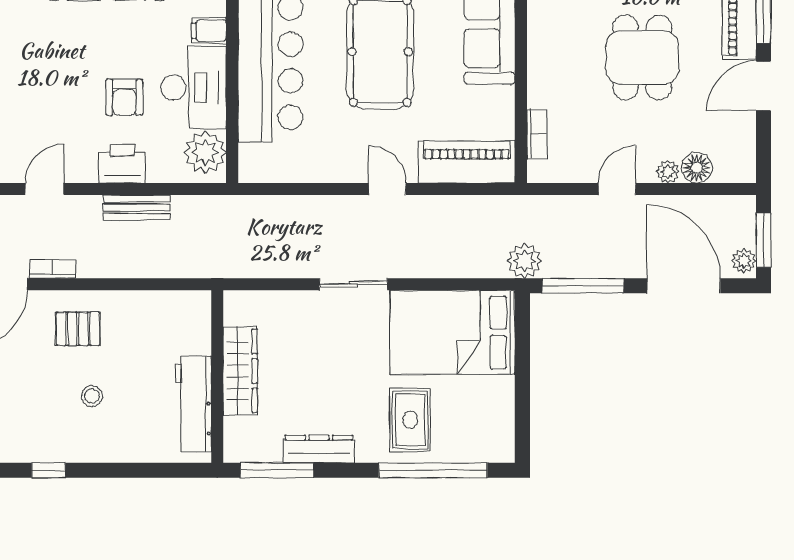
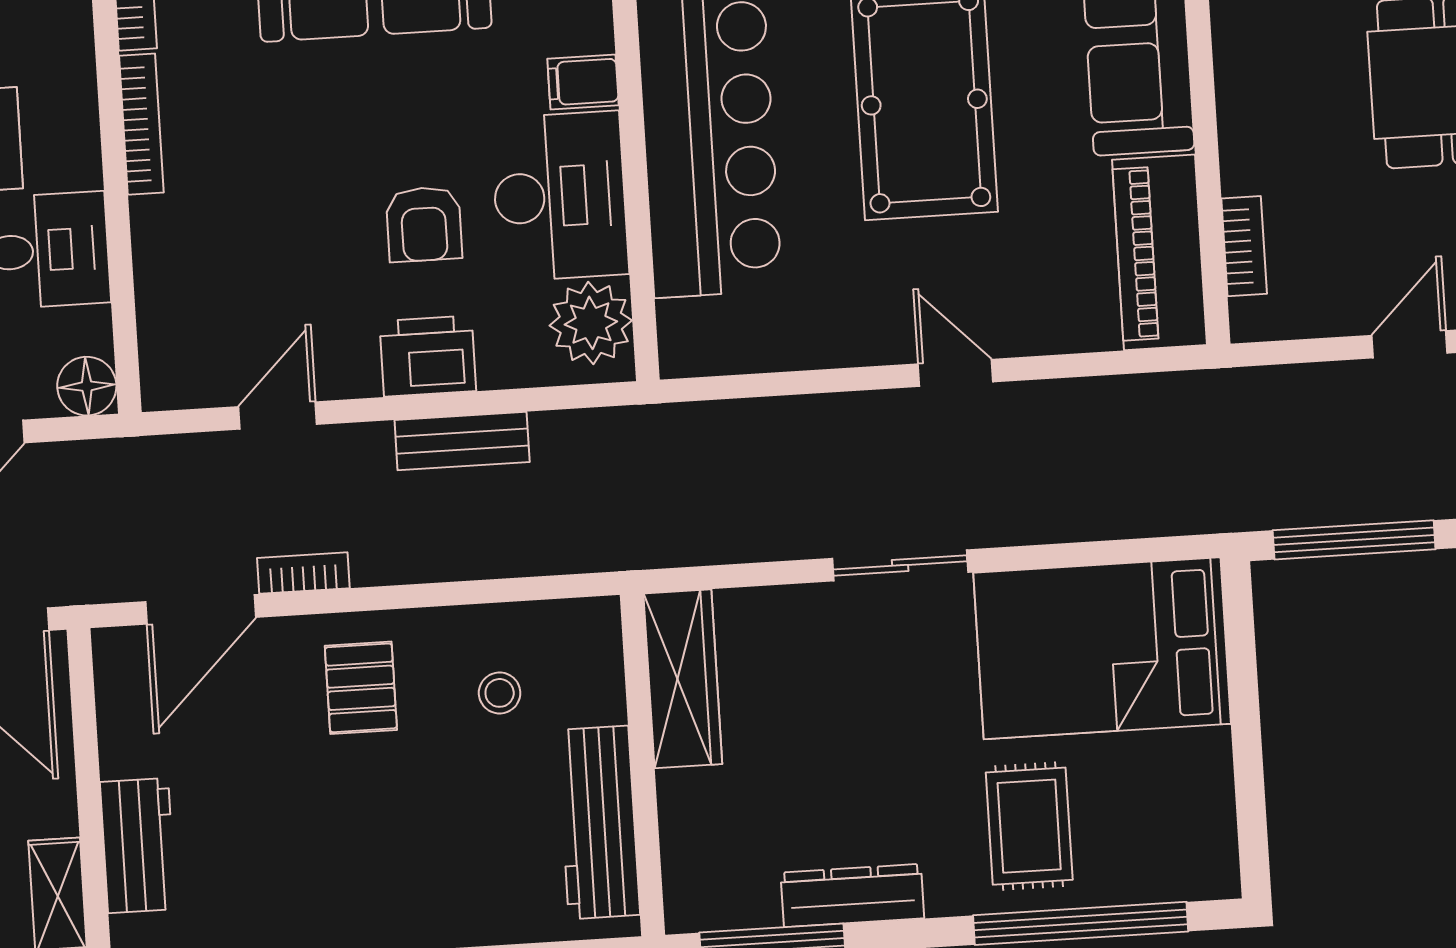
piano: (467, 162) -> (1160, 252), moved, turned -90
plant: (524, 261) -> (1235, 498), removed
pallet: (78, 329) -> (361, 688), turned 90
wardrobe: (240, 371) -> (683, 679), moved
stool: (92, 396) -> (500, 693), moved

